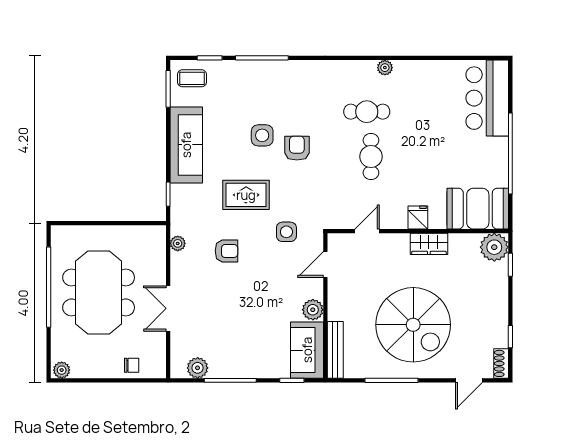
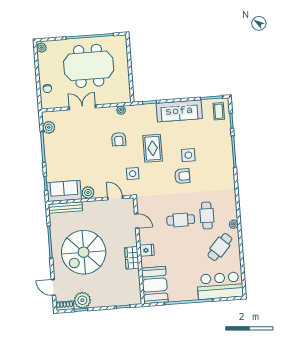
cafe table: (422, 94) -> (220, 247), added
plant: (494, 247) -> (82, 300), moved

